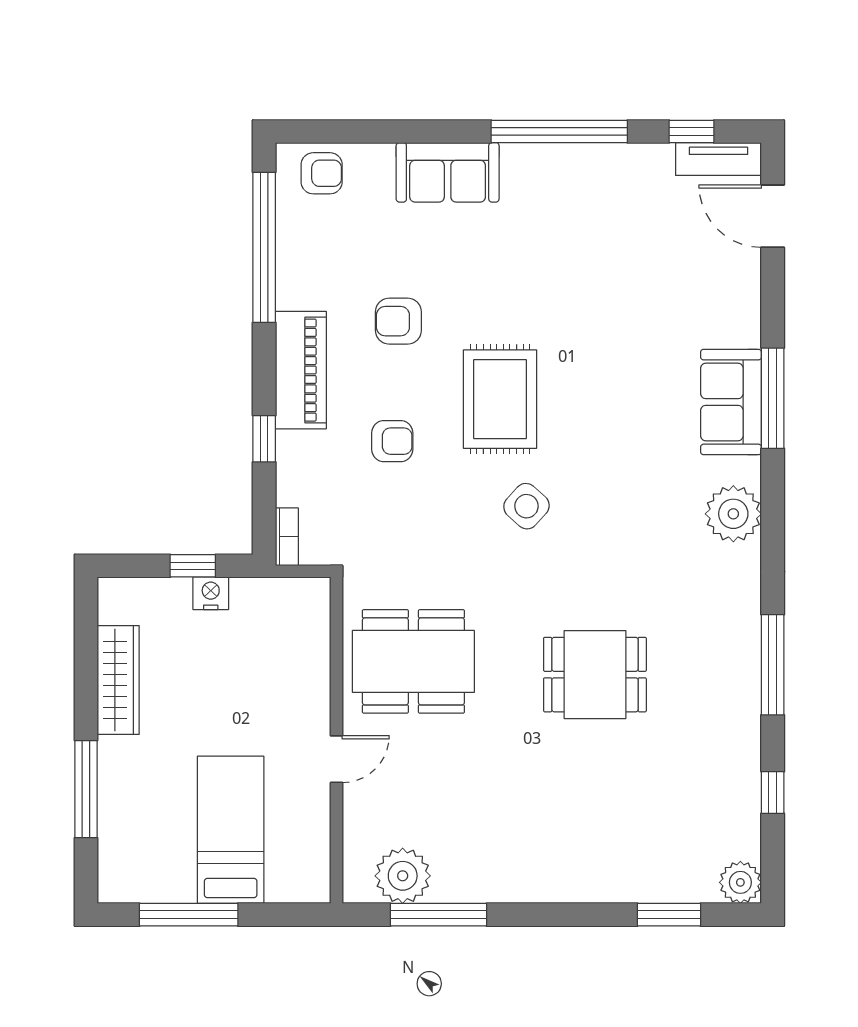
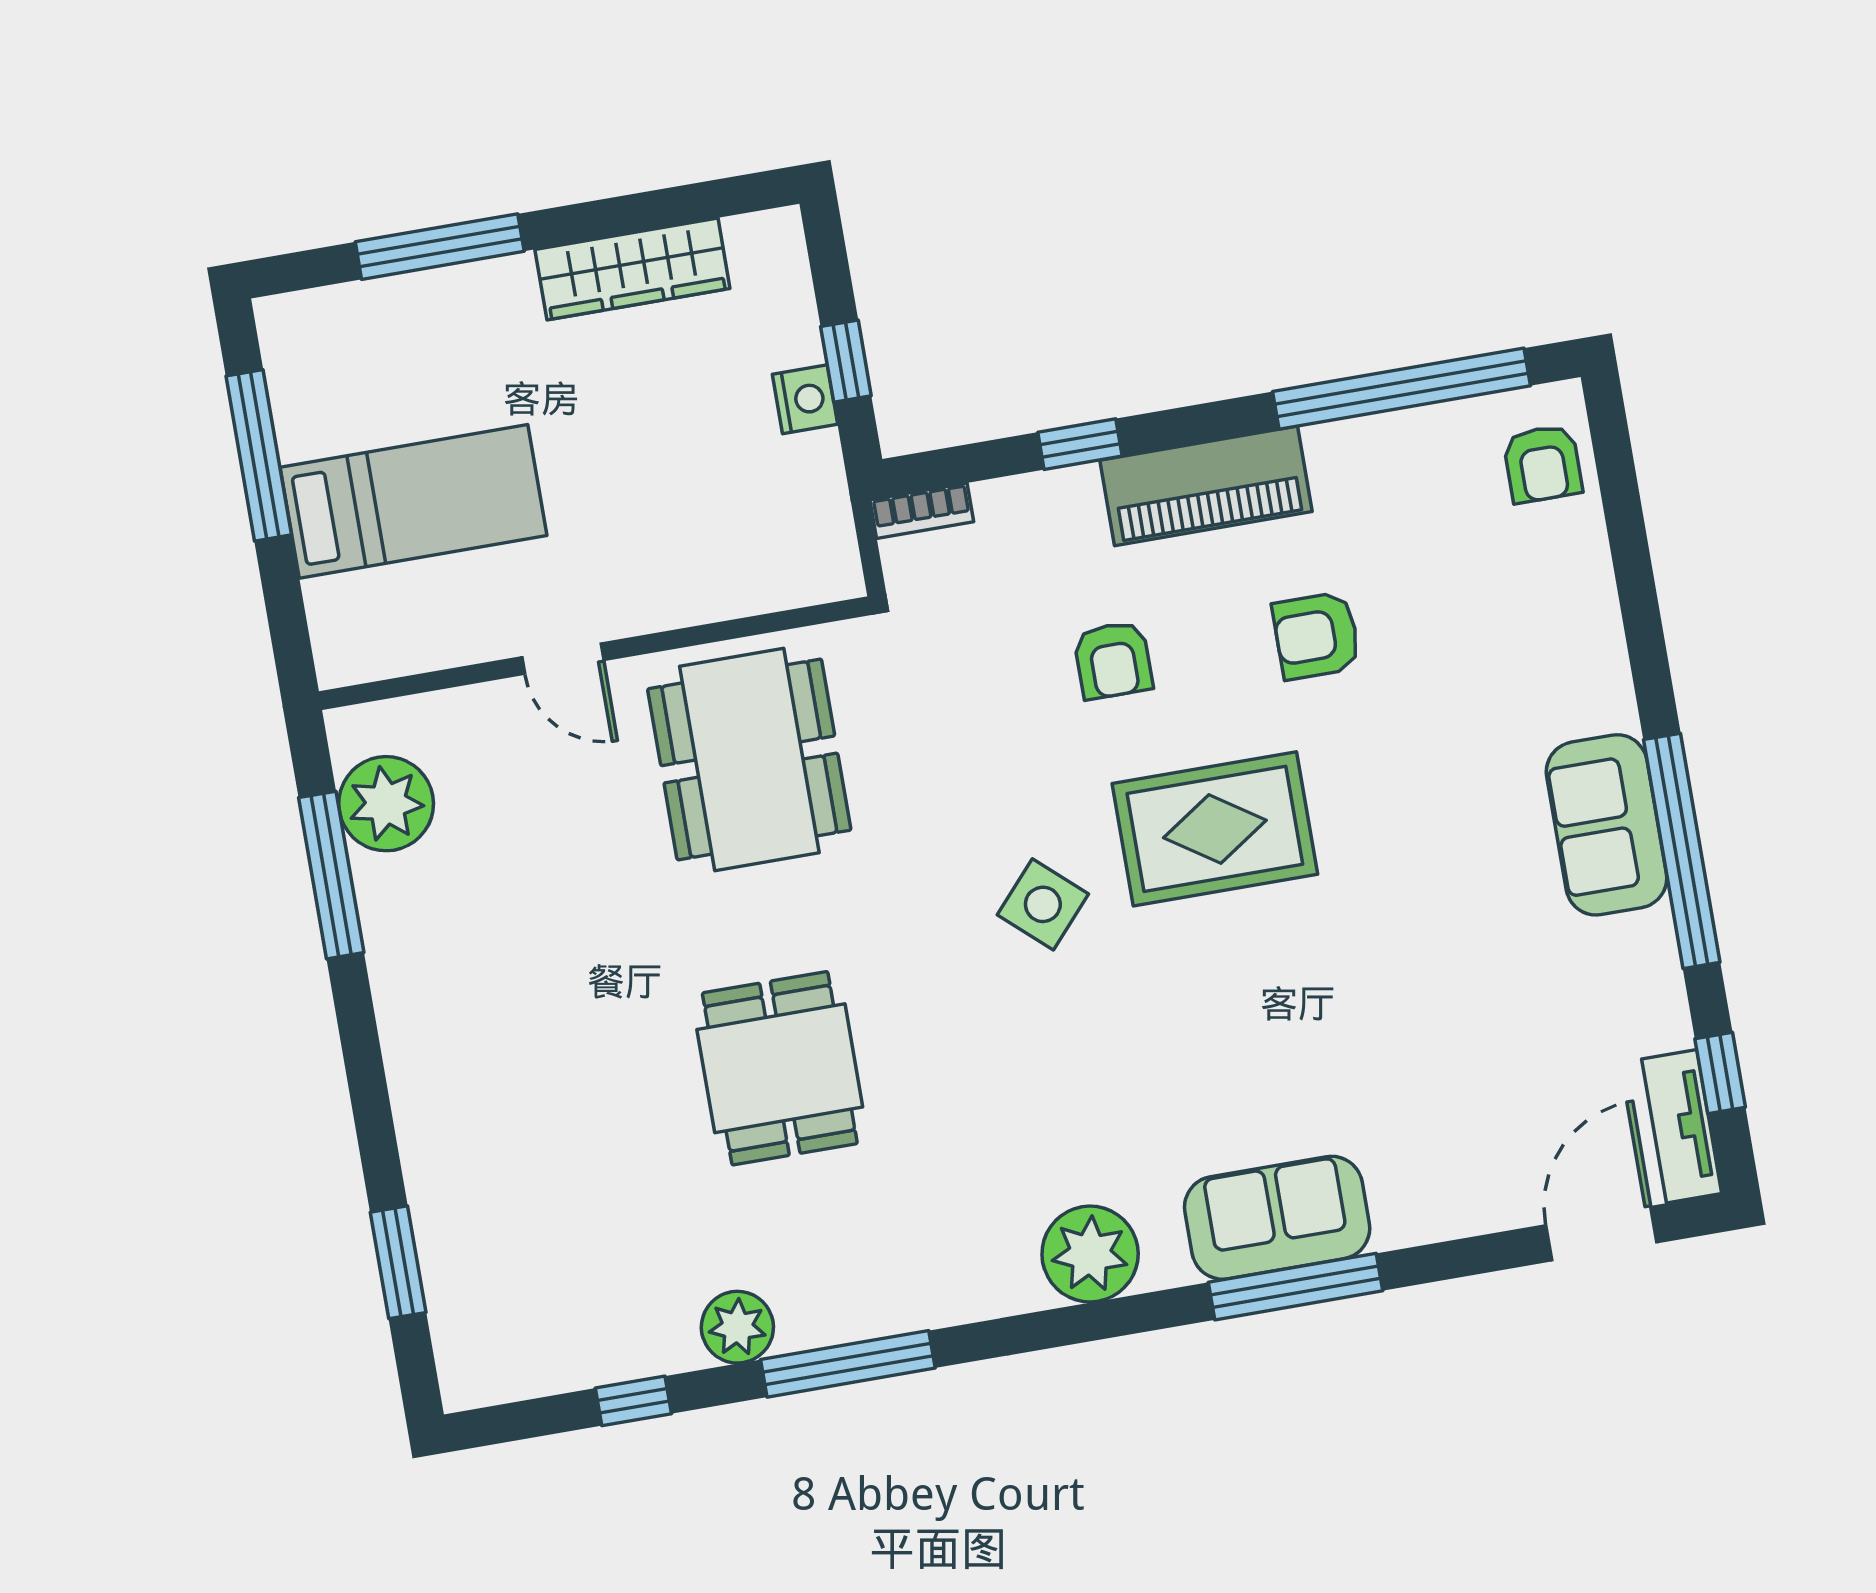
sofa: (448, 172) -> (1607, 825), moved
armchair: (398, 321) -> (1316, 636), turned -90
plant: (740, 882) -> (737, 1327), moved

